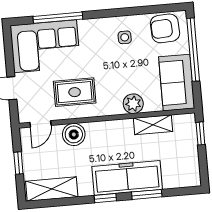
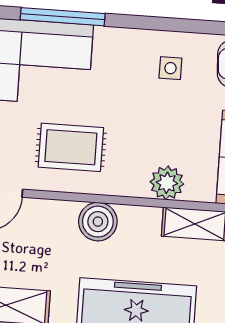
boiler: (74, 134) -> (98, 222), moved

